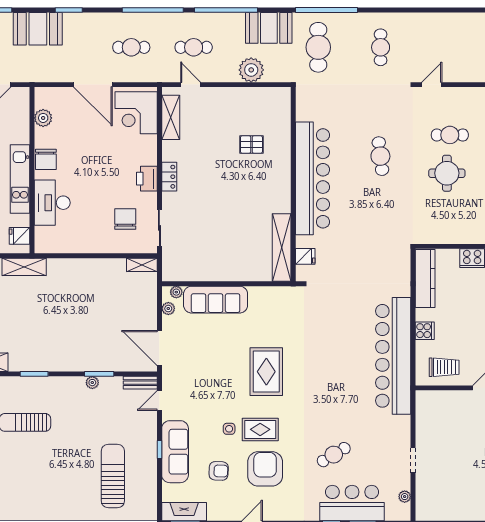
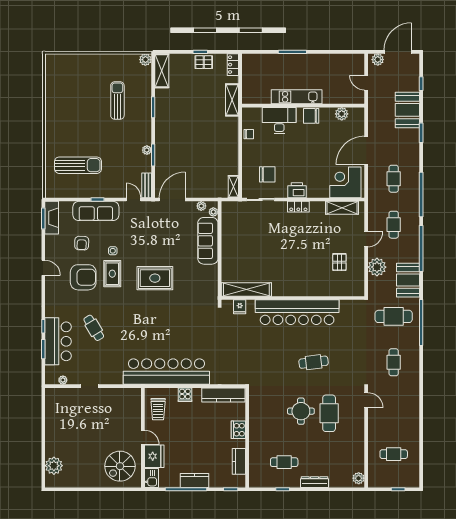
cafe table: (381, 47) -> (394, 362), turned 90
door: (191, 85) -> (366, 239), moved
cafe table: (450, 135) -> (329, 413), width x1.37, depth x1.35
pallet: (251, 144) -> (339, 262), moved
fridge: (20, 236) -> (255, 96), removed
chair: (71, 244) -> (249, 134), added

